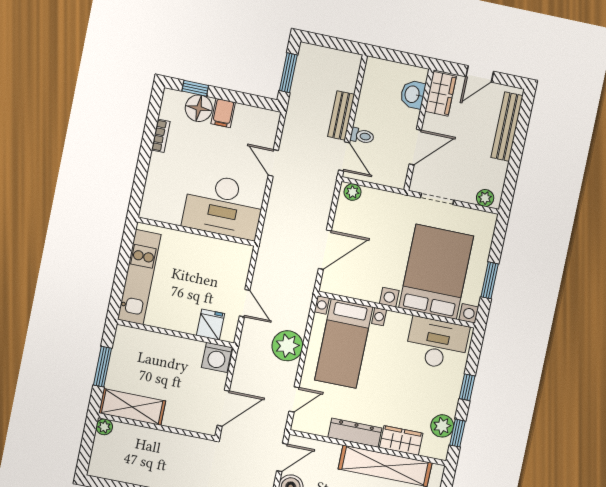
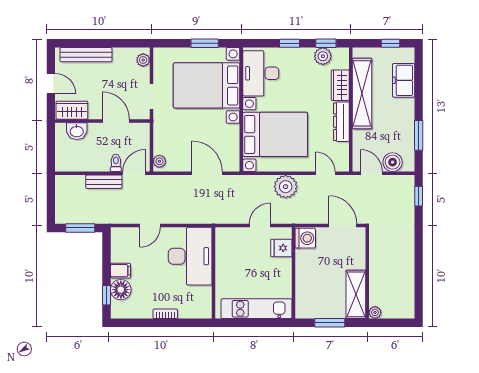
bookcase: (161, 136) -> (165, 314), moved
bed with nightstands: (344, 343) -> (275, 134), width x1.36

